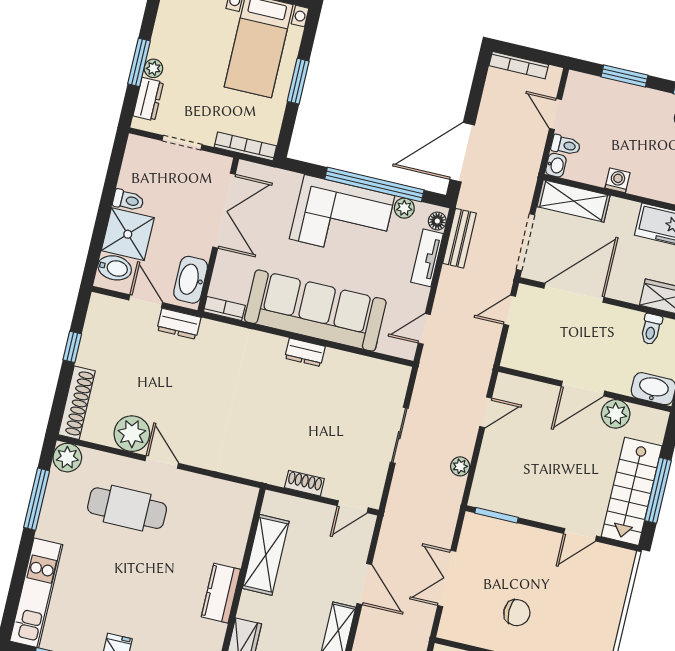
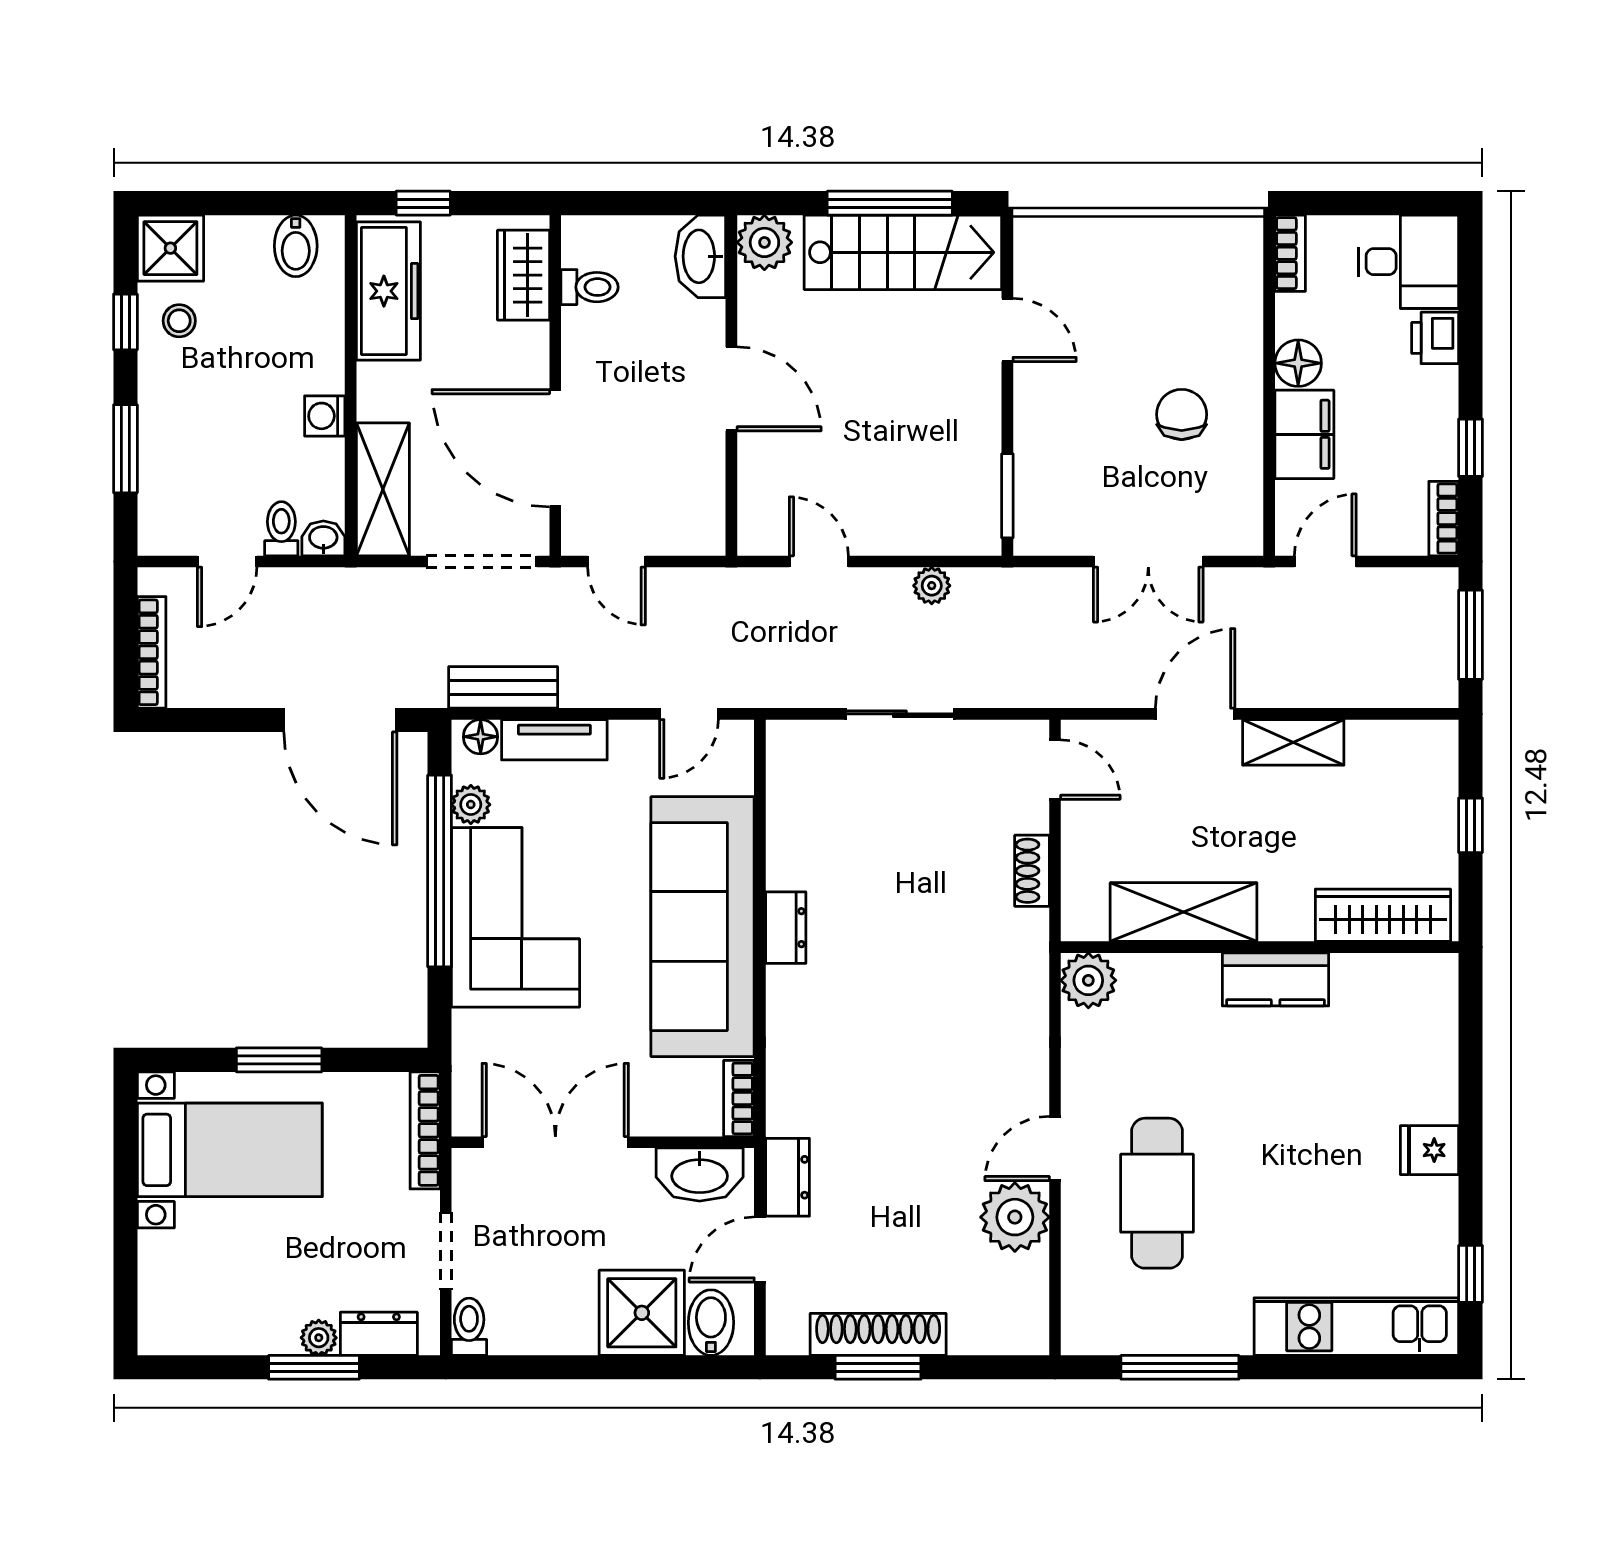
toilet: (128, 200) -> (469, 1327), moved
door: (424, 329) -> (689, 714), hinge flipped
window: (72, 347) -> (878, 1367), width x1.50
shoe rack: (77, 403) -> (878, 1334), moved
plant: (616, 414) -> (764, 242), moved
plant: (67, 458) -> (1088, 980), moved

